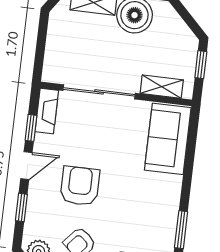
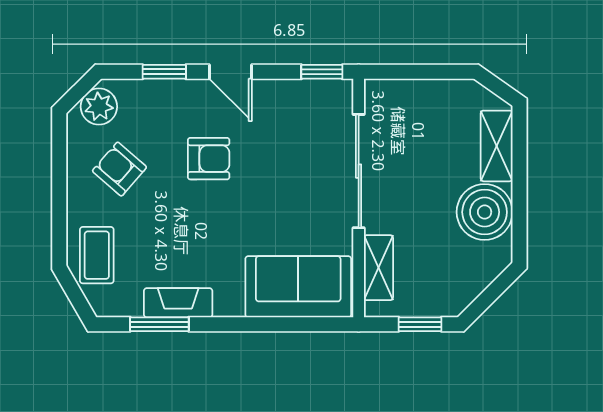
fireplace: (47, 111) -> (178, 303), moved, turned 180
window: (31, 128) -> (322, 72), moved
armchair: (80, 186) -> (209, 159), width x0.72, depth x0.72

